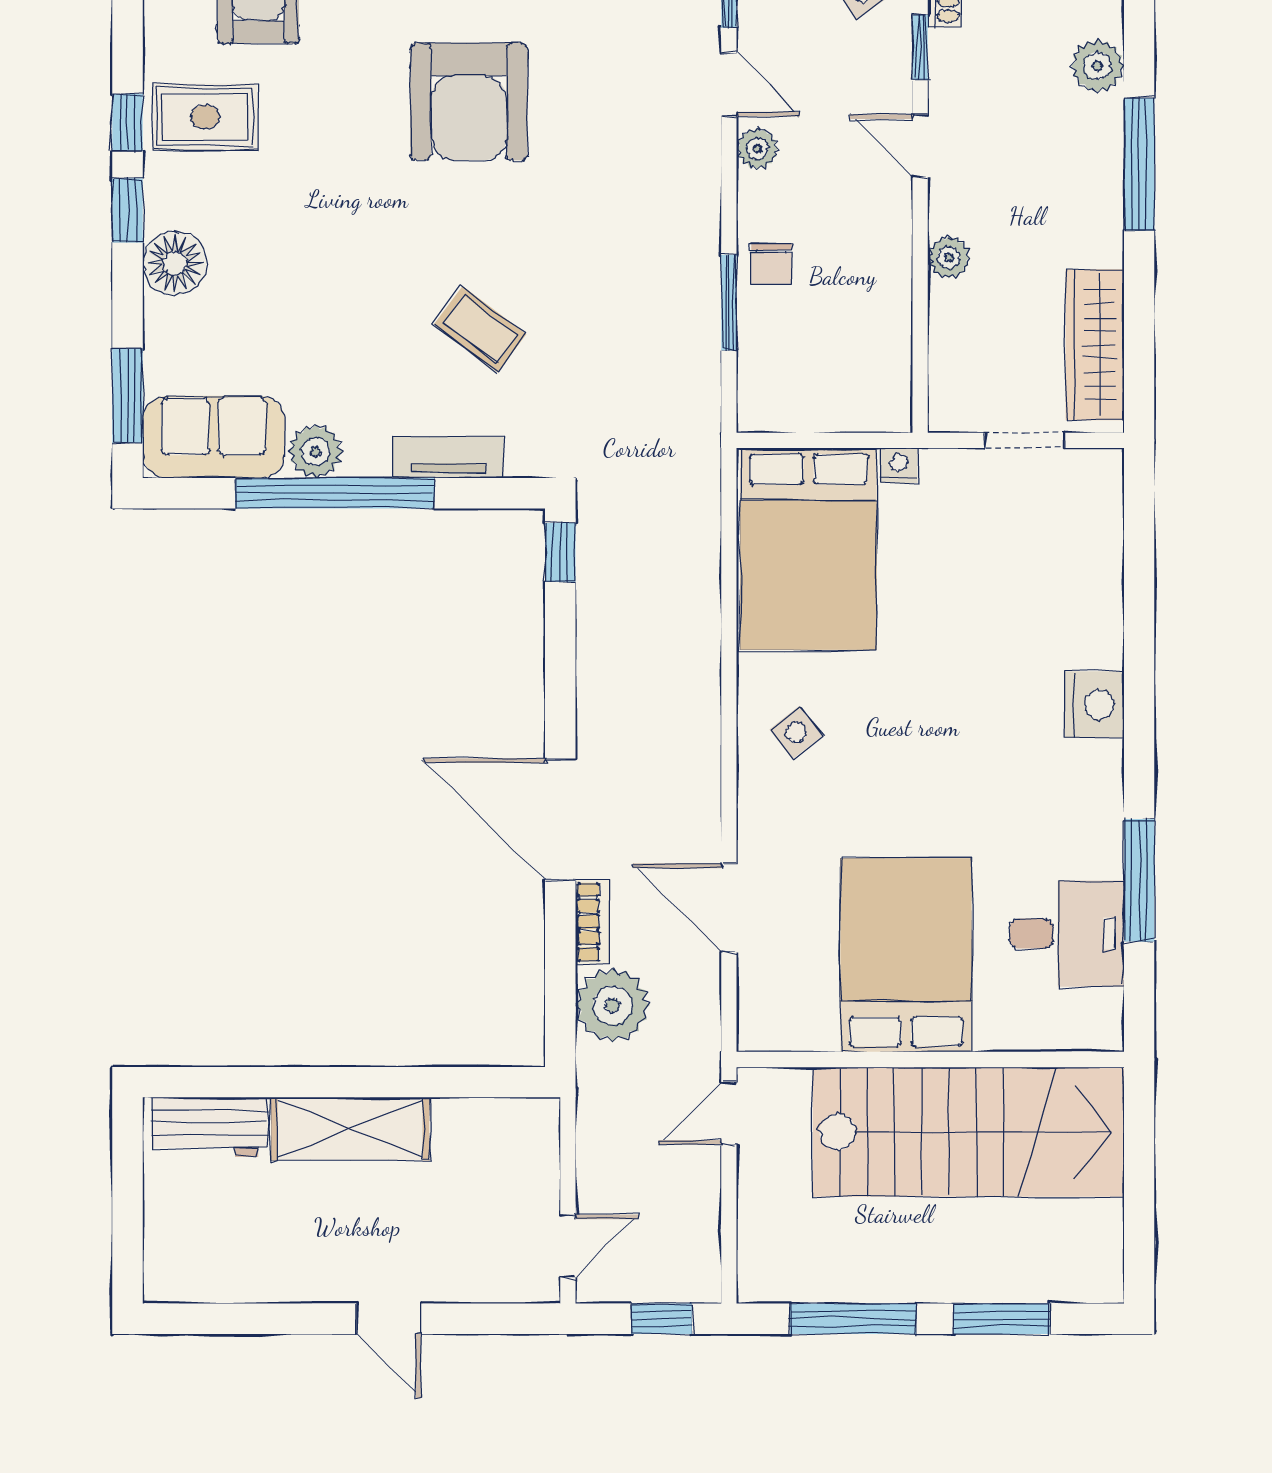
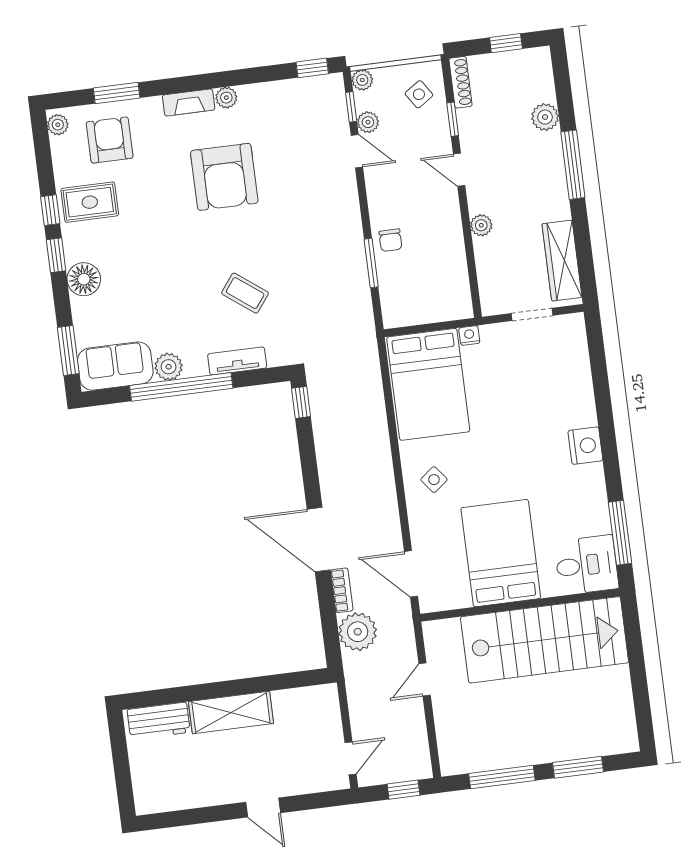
plant: (757, 148) -> (368, 122), moved
bed: (906, 955) -> (501, 553), moved
wall: (930, 1060) -> (520, 605), moved
stairs: (968, 1132) -> (545, 640), moved

